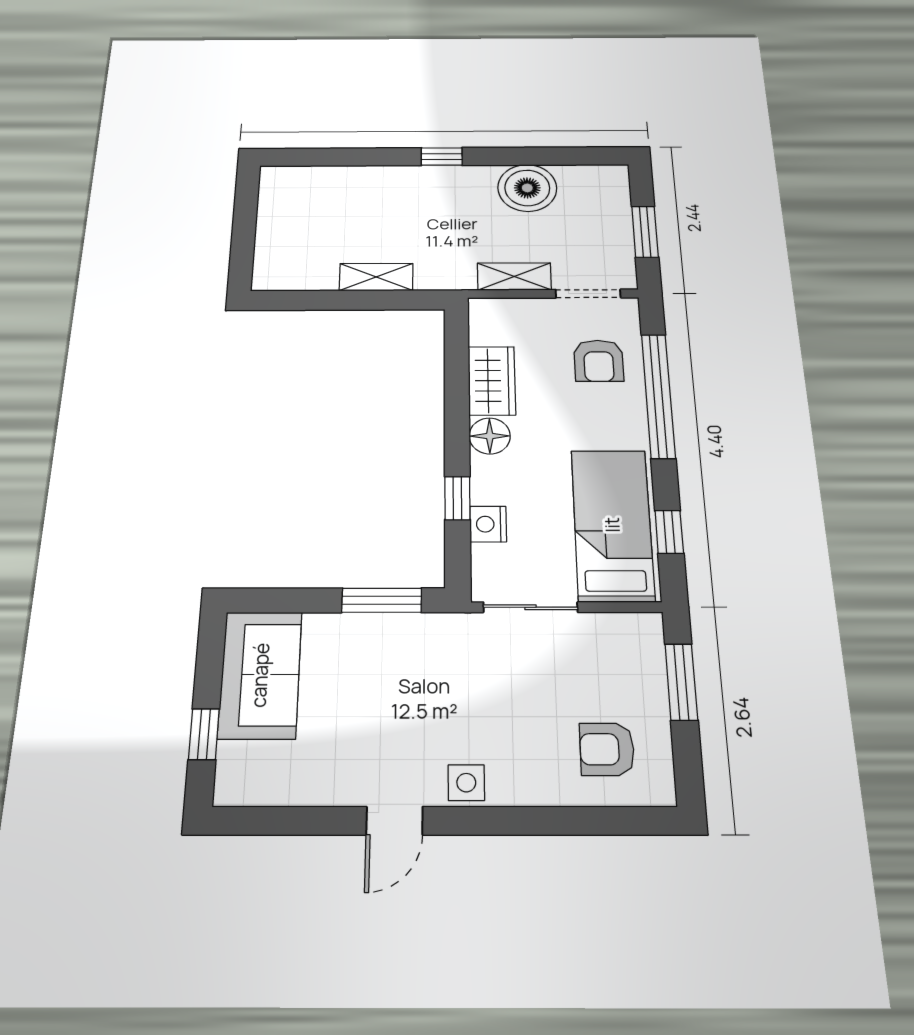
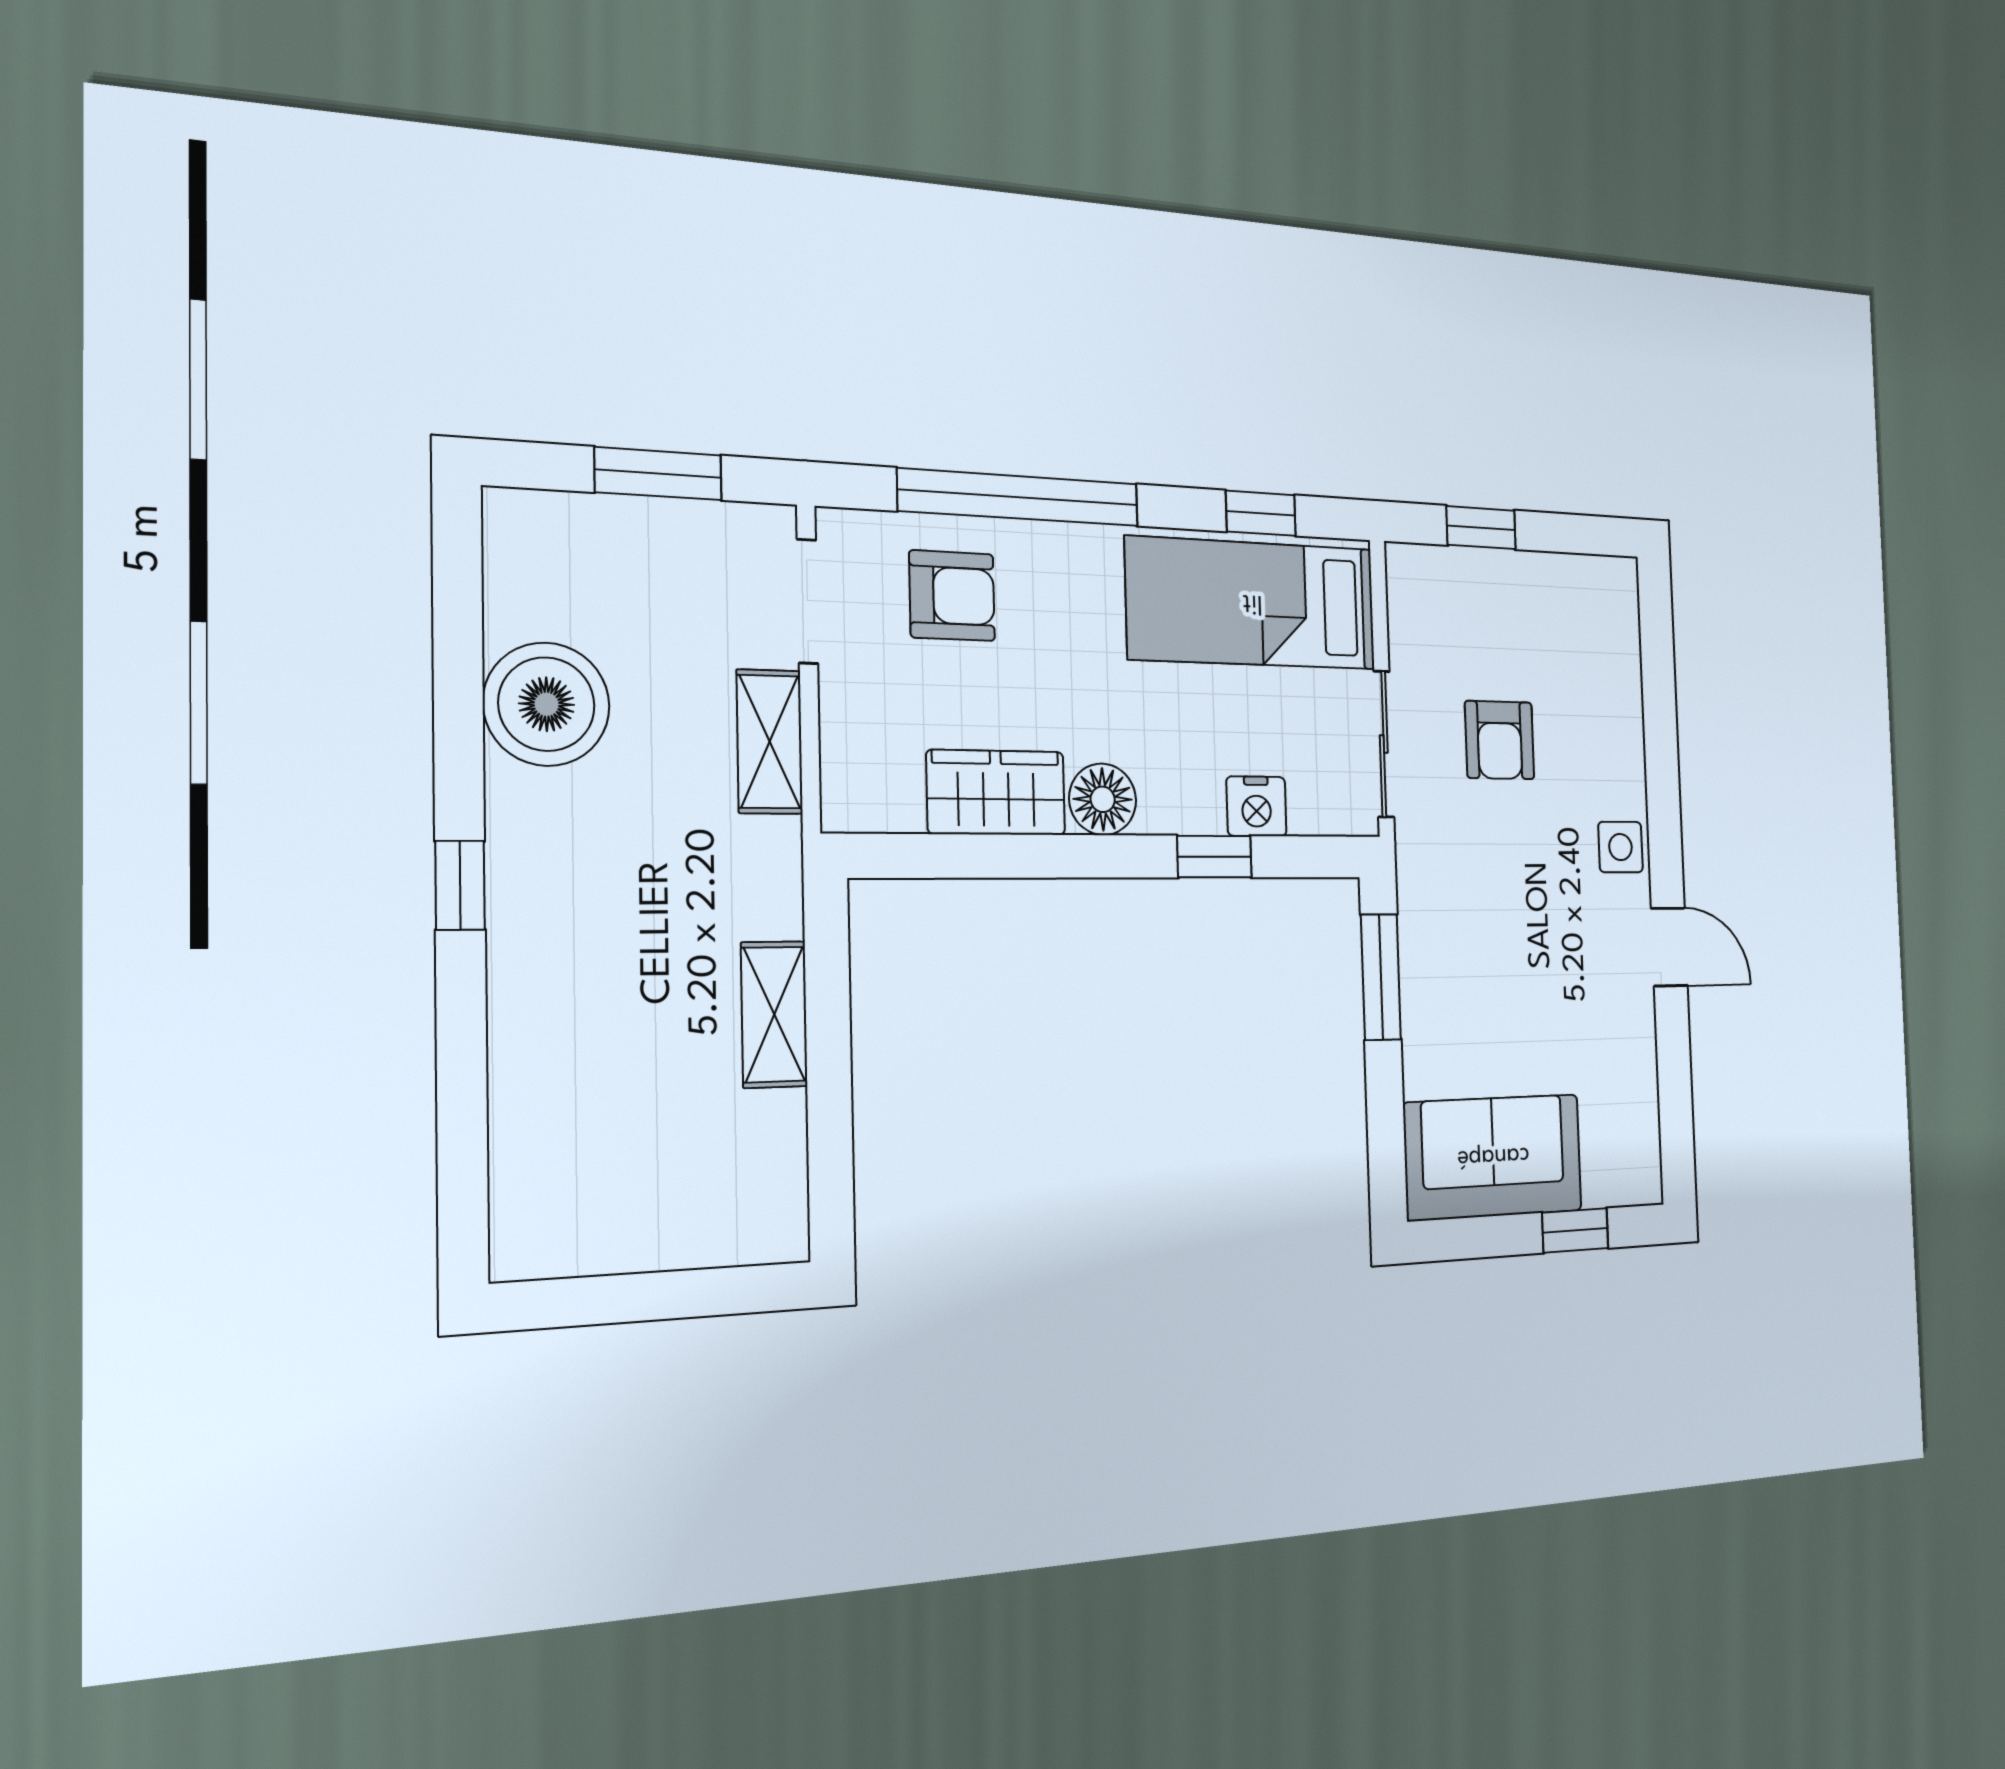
window: (681, 682) -> (1481, 528), width x0.67
armchair: (607, 749) -> (1500, 740), moved

